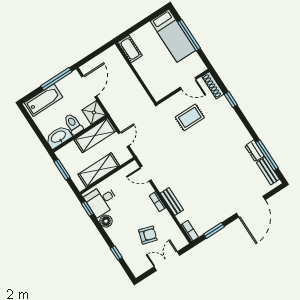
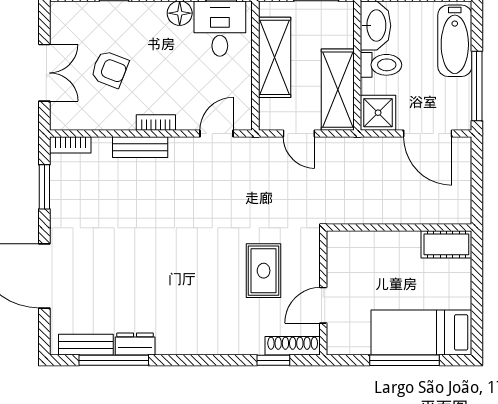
window: (231, 99) -> (273, 360), moved
armchair: (148, 235) -> (110, 69), turned -86

